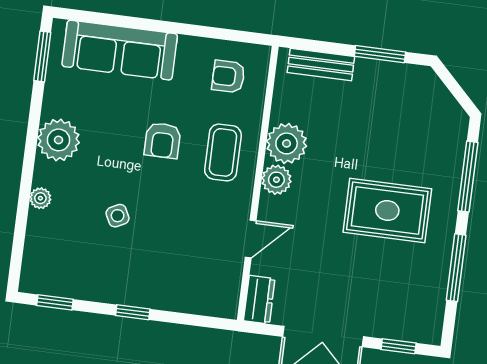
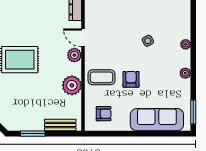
plant: (59, 140) -> (185, 73), width x0.53, depth x0.53
coffee table: (223, 152) -> (101, 77), turned 90
plant: (276, 180) -> (74, 55), moved
door: (251, 239) -> (83, 38), hinge flipped

